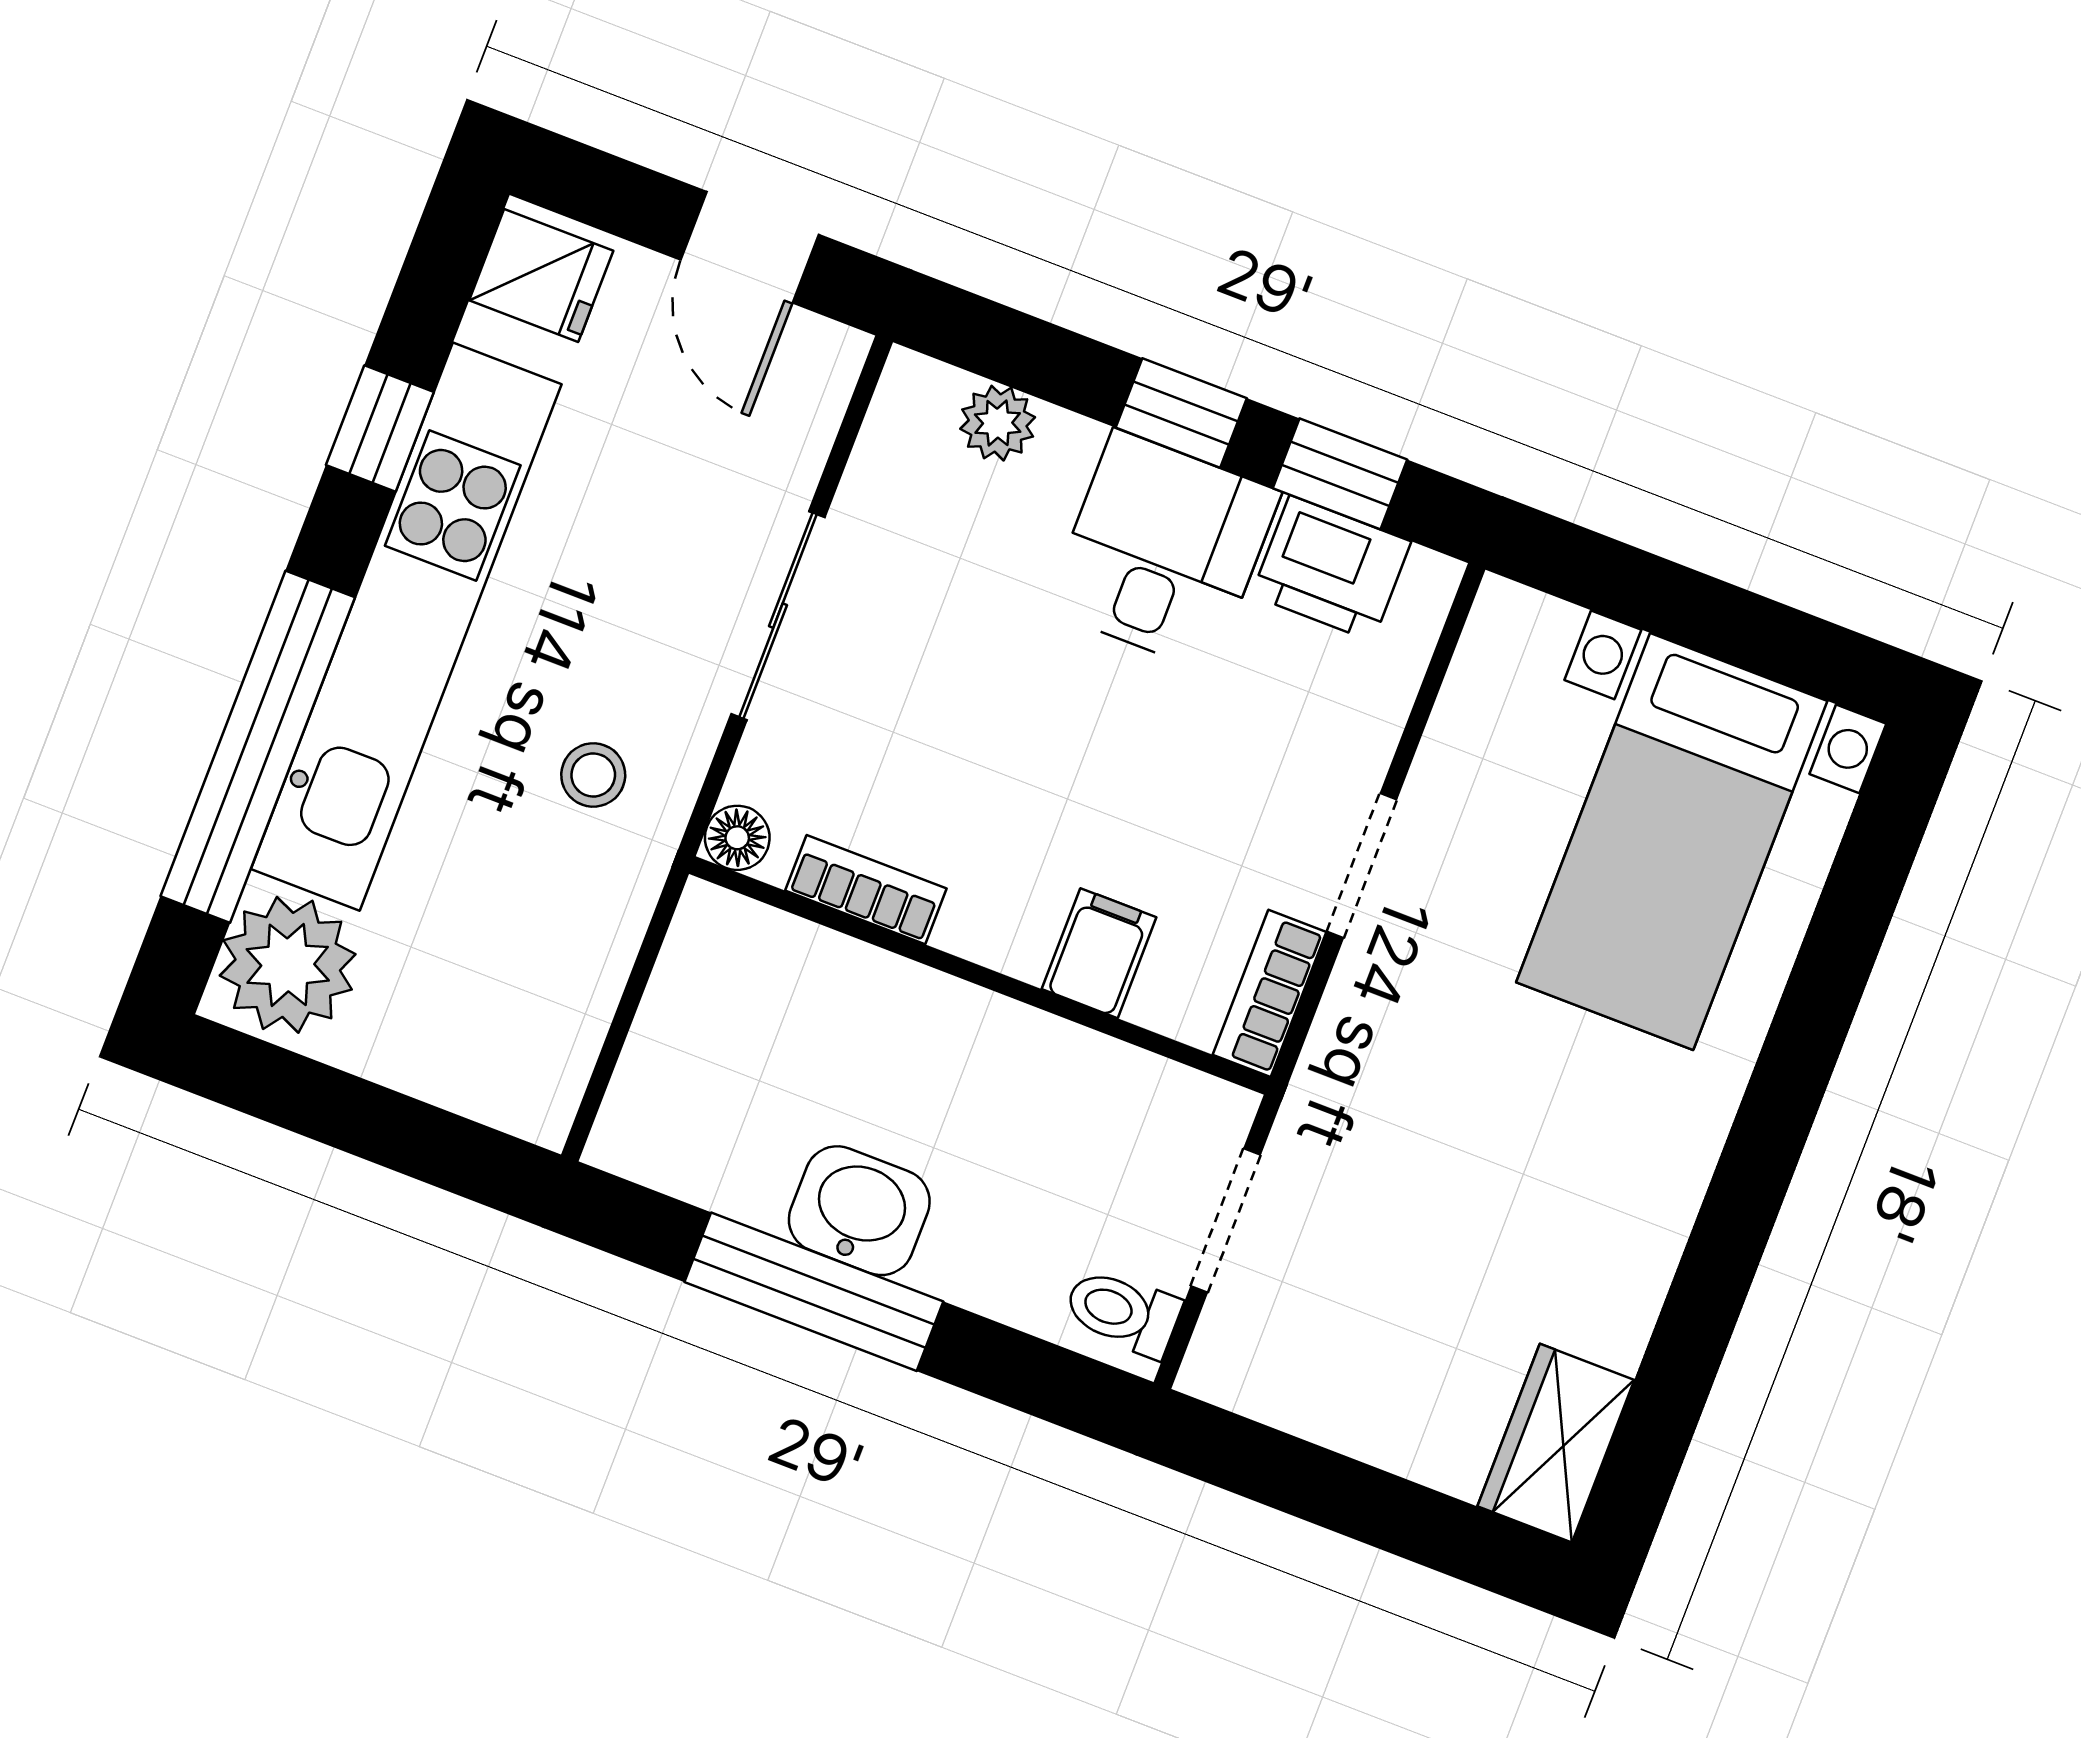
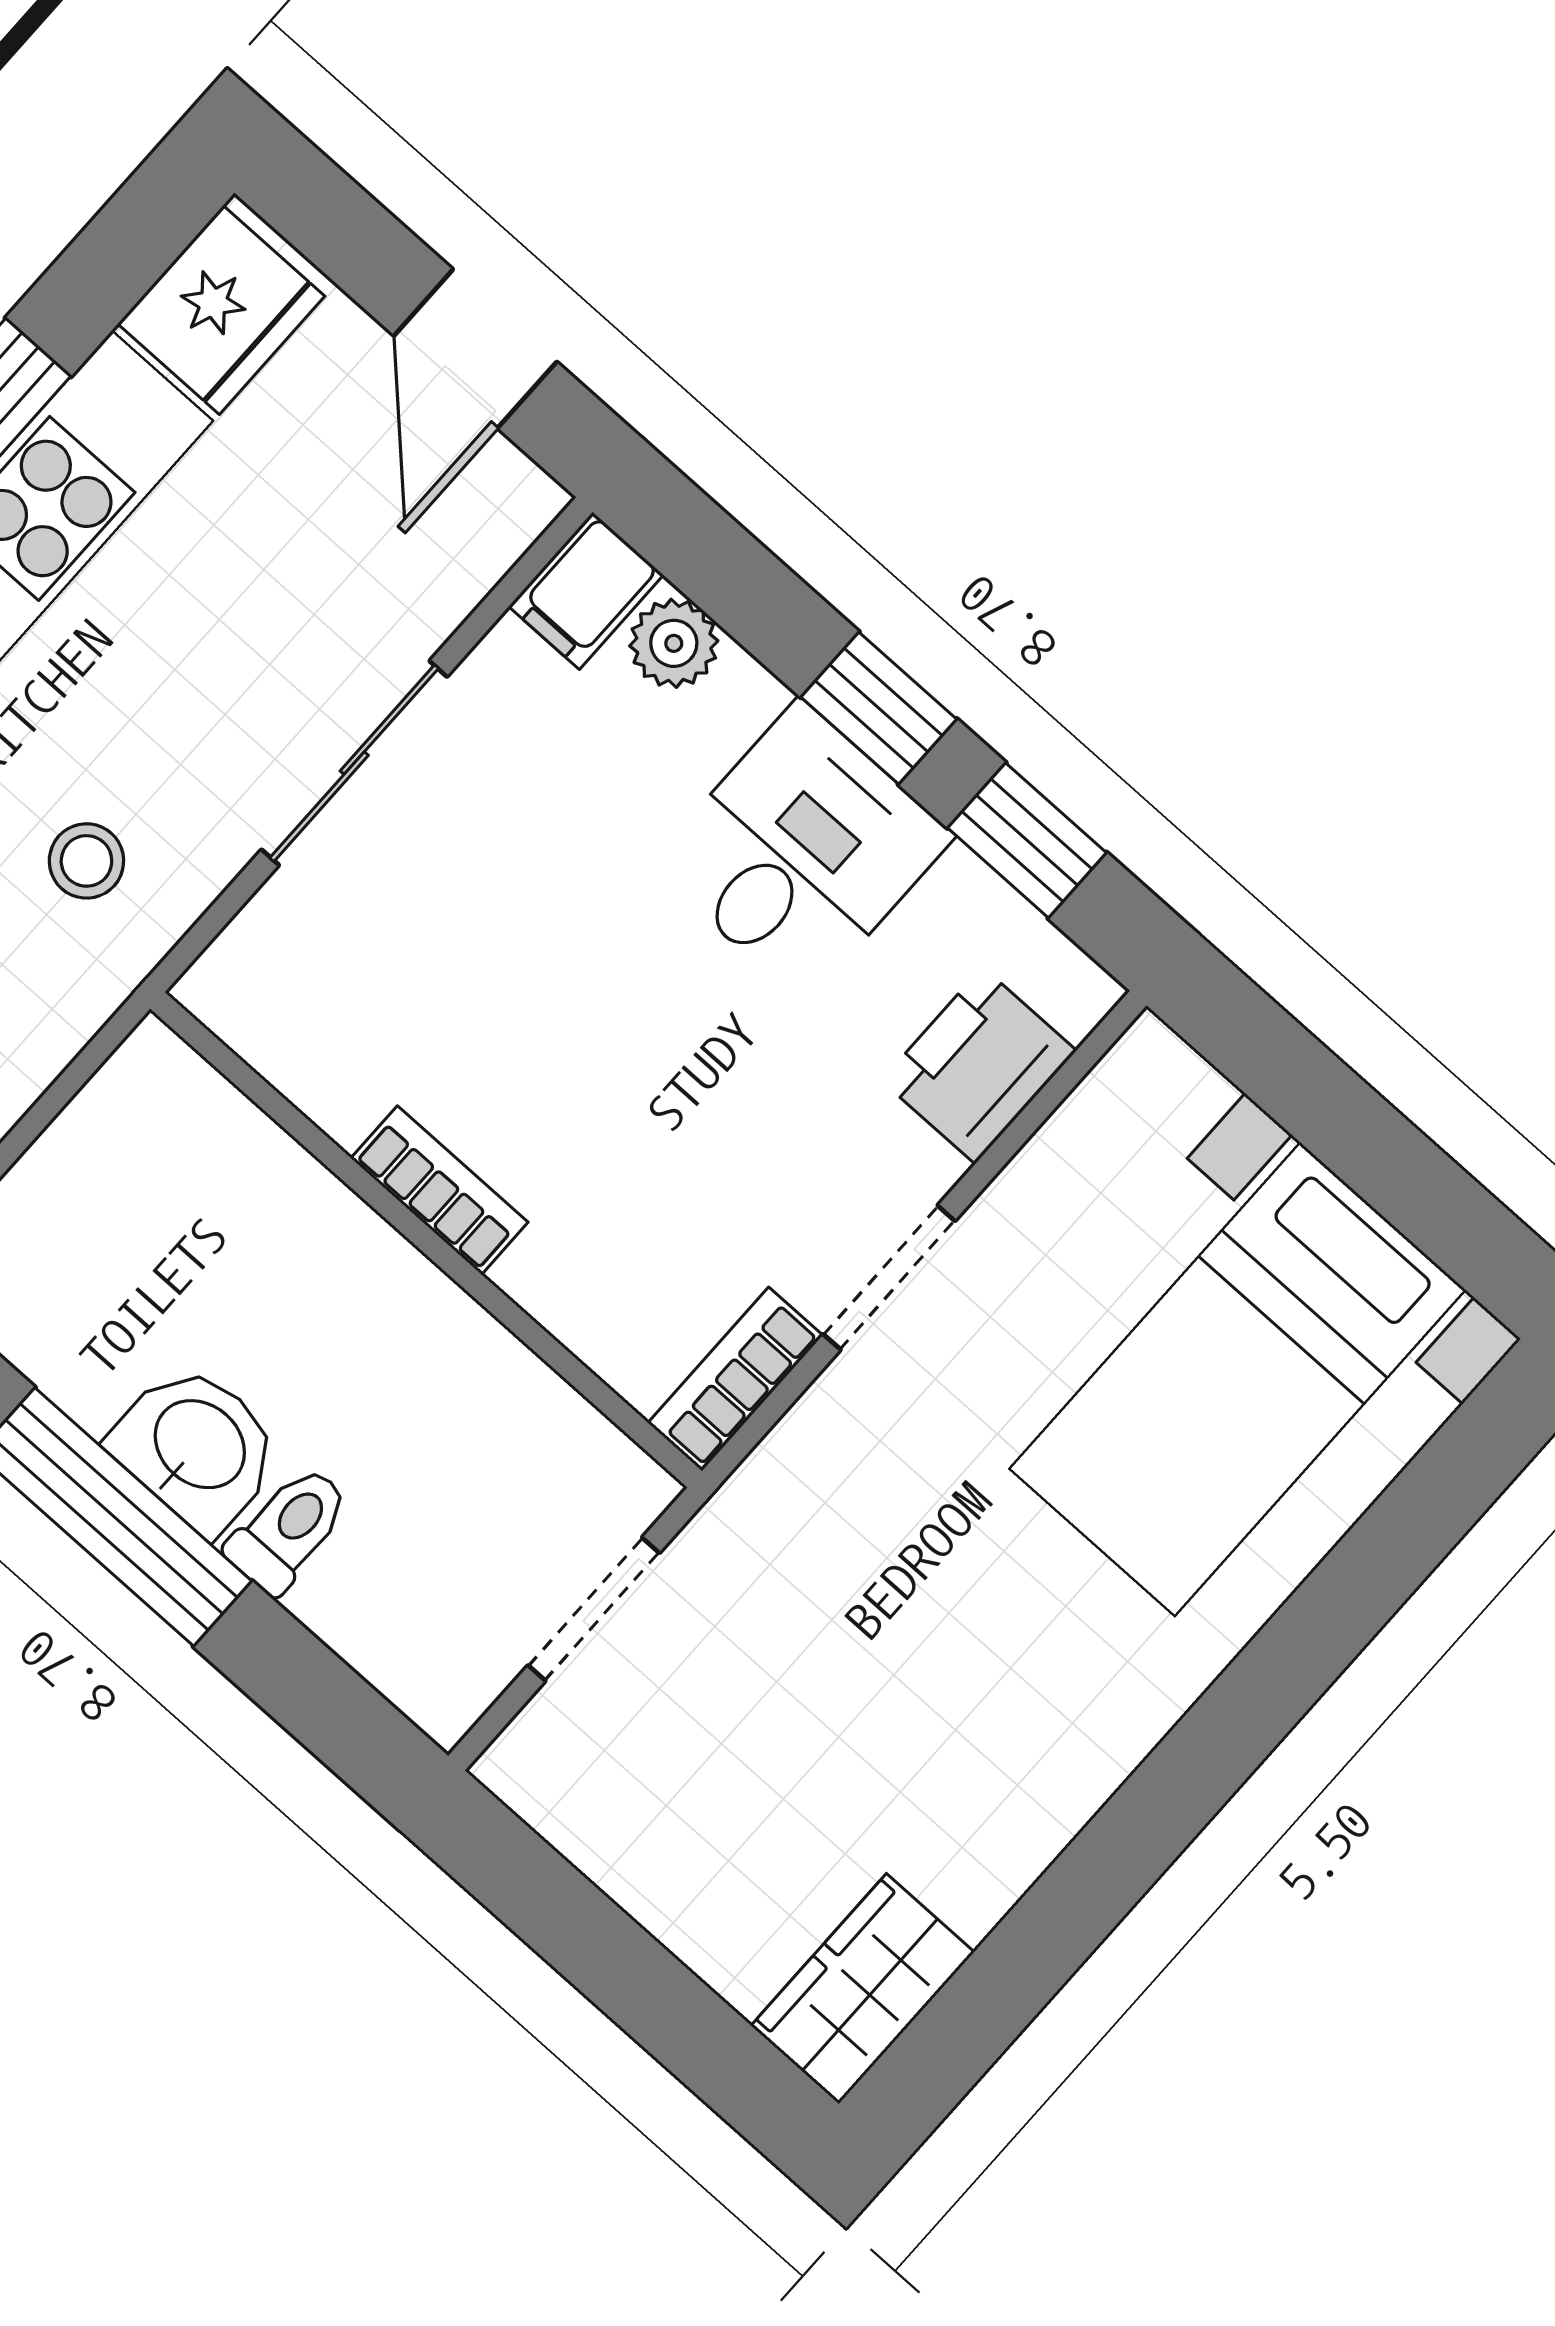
fridge: (541, 275) -> (221, 310), width x1.38
printer: (1331, 568) -> (979, 1066), moved, turned 90
floor lamp: (737, 838) -> (218, 989), removed
bookcase: (866, 890) -> (439, 1190), moved
filing cabinet: (1099, 953) -> (586, 591), moved, turned 180
toilet: (1123, 1312) -> (289, 1529), moved, turned 90

